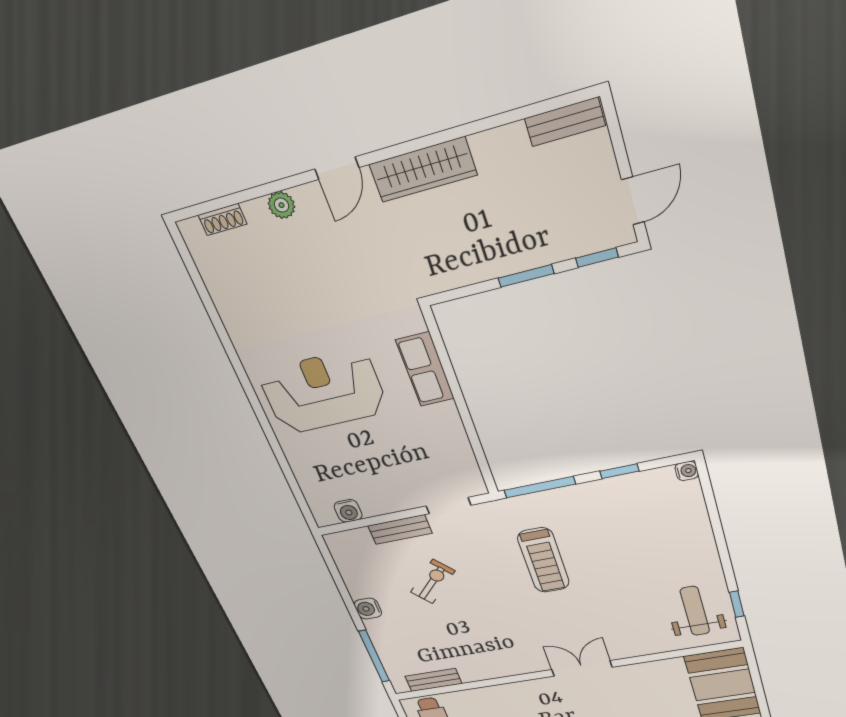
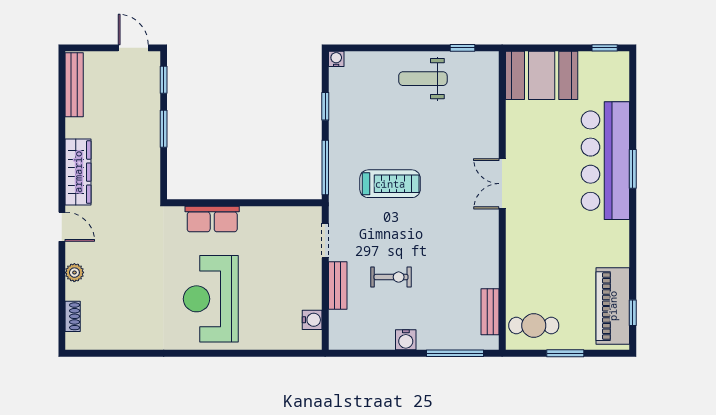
bench: (565, 122) -> (74, 85), width x1.36
exercise bike: (433, 582) -> (391, 277), turned 133
weight bench: (695, 611) -> (423, 79), moved

